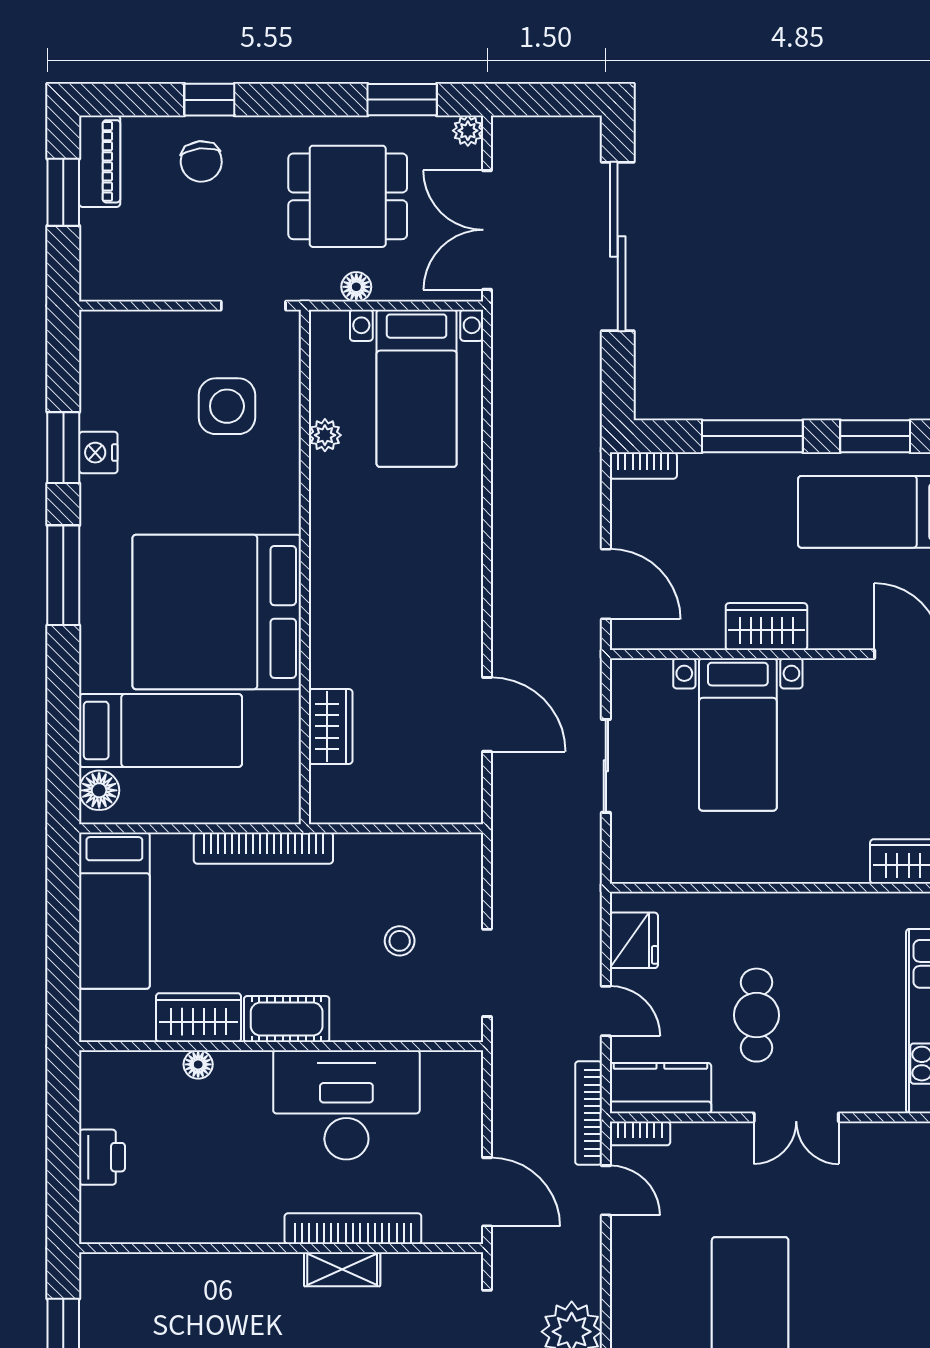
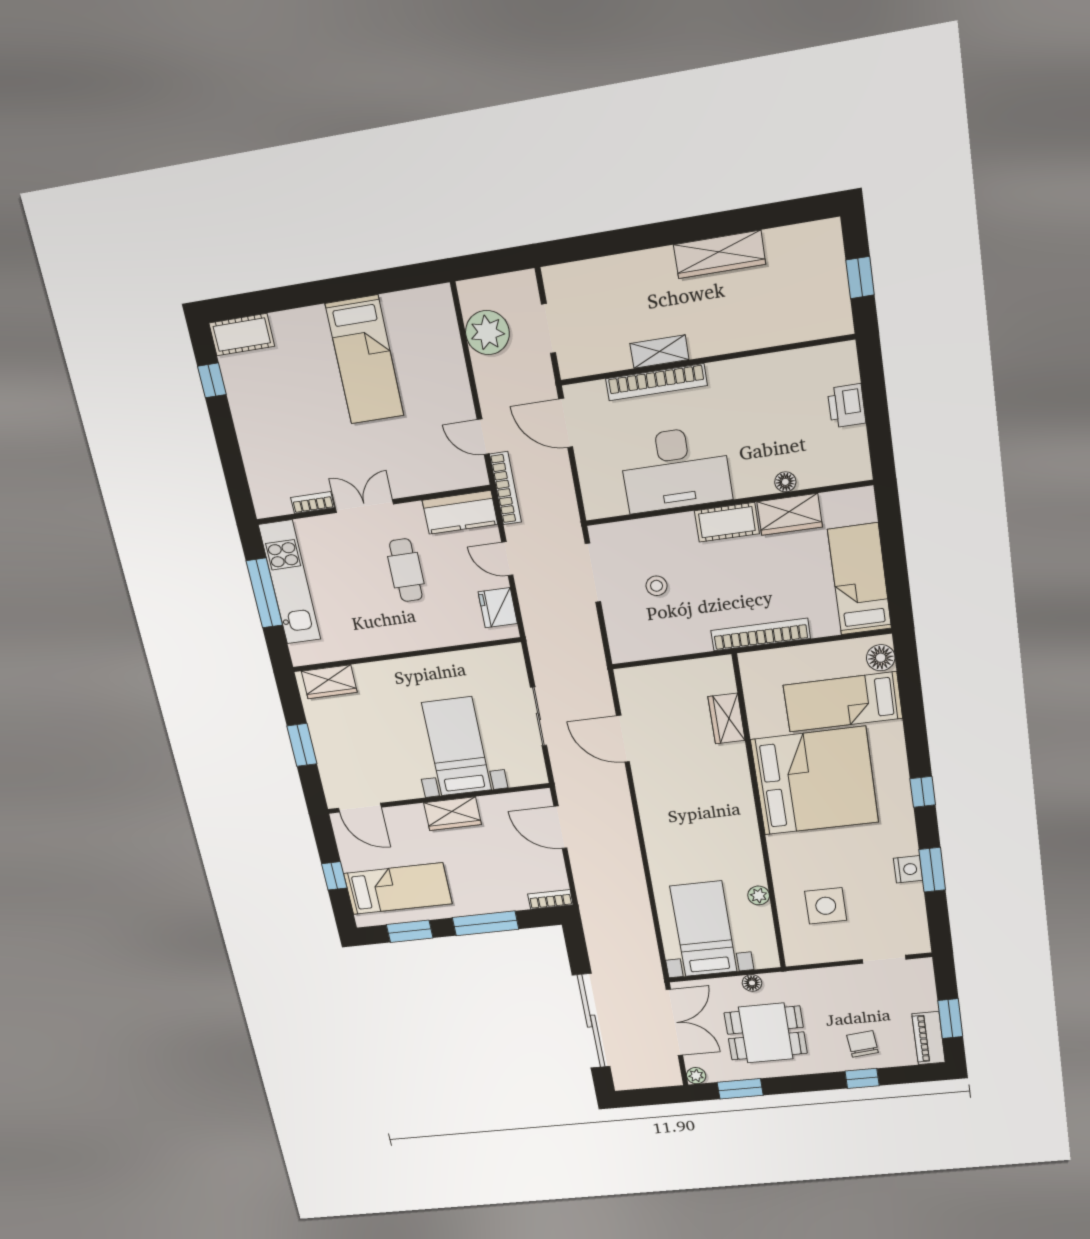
doorway: (253, 306) -> (884, 959), moved
window: (63, 575) -> (923, 792), width x0.46
bookcase: (640, 1133) -> (313, 503), moved

